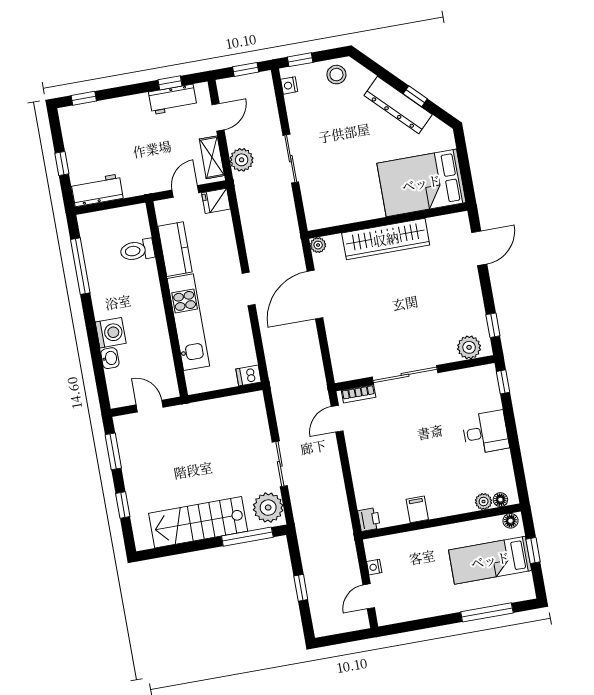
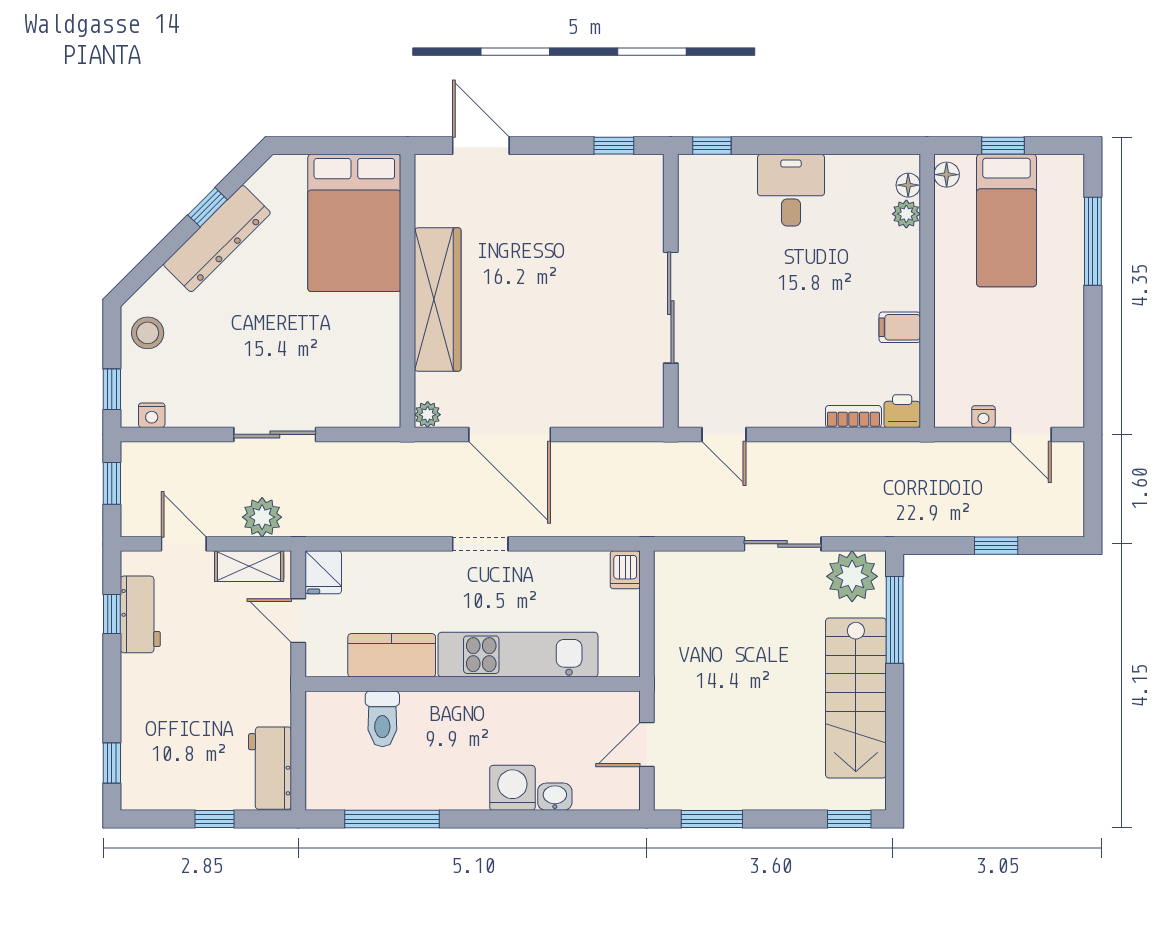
plant: (469, 347) -> (644, 192), removed
bookcase: (359, 394) -> (853, 417), moved, turned -90
window: (123, 505) -> (849, 819), moved

